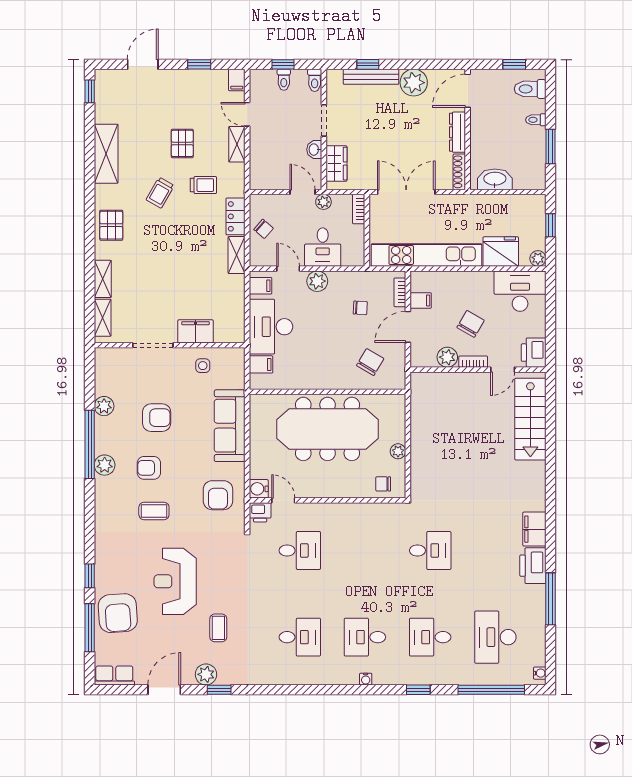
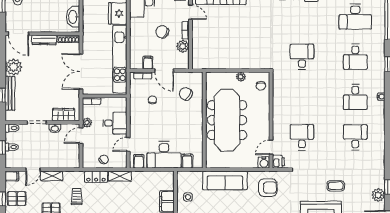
pallet: (200, 88) -> (17, 199), added
plant: (317, 281) -> (136, 126), removed
coffee table: (218, 628) -> (336, 186), moved

